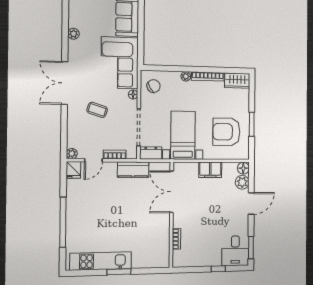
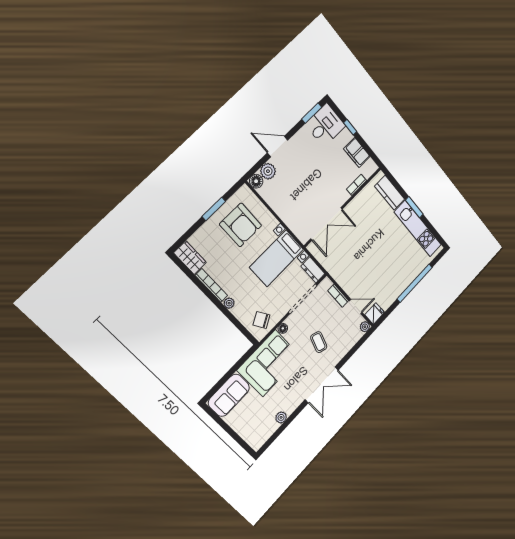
kitchen counter: (133, 170) -> (390, 193), moved, turned 180
filing cabinet: (210, 170) -> (357, 152), moved, turned 180

